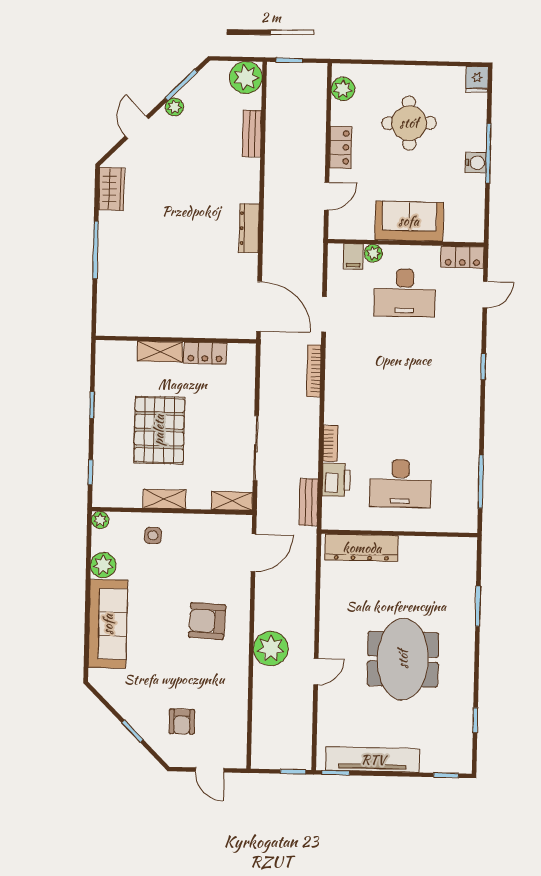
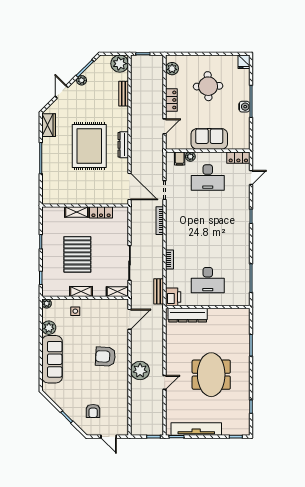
rug: (186, 229) -> (89, 146), added
printer: (336, 480) -> (173, 297), moved

